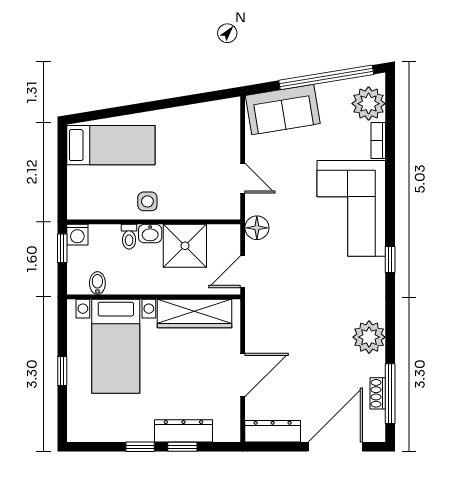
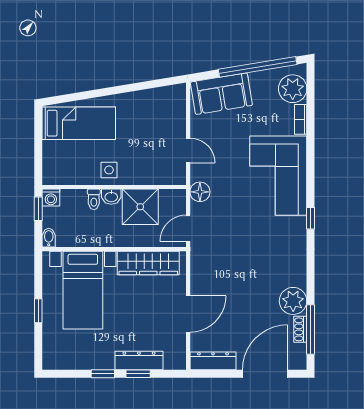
bidet: (97, 283) -> (49, 238), moved
plant: (369, 337) -> (293, 301), moved

